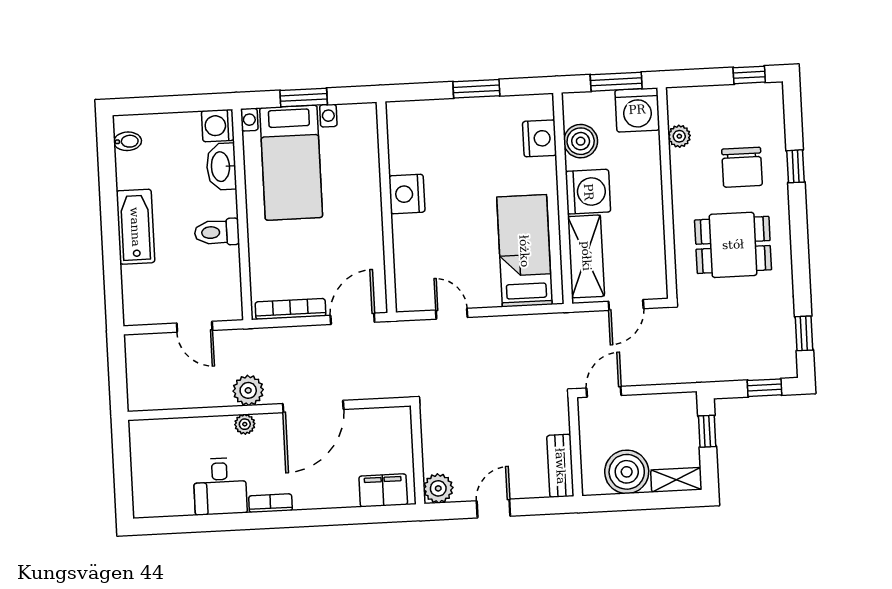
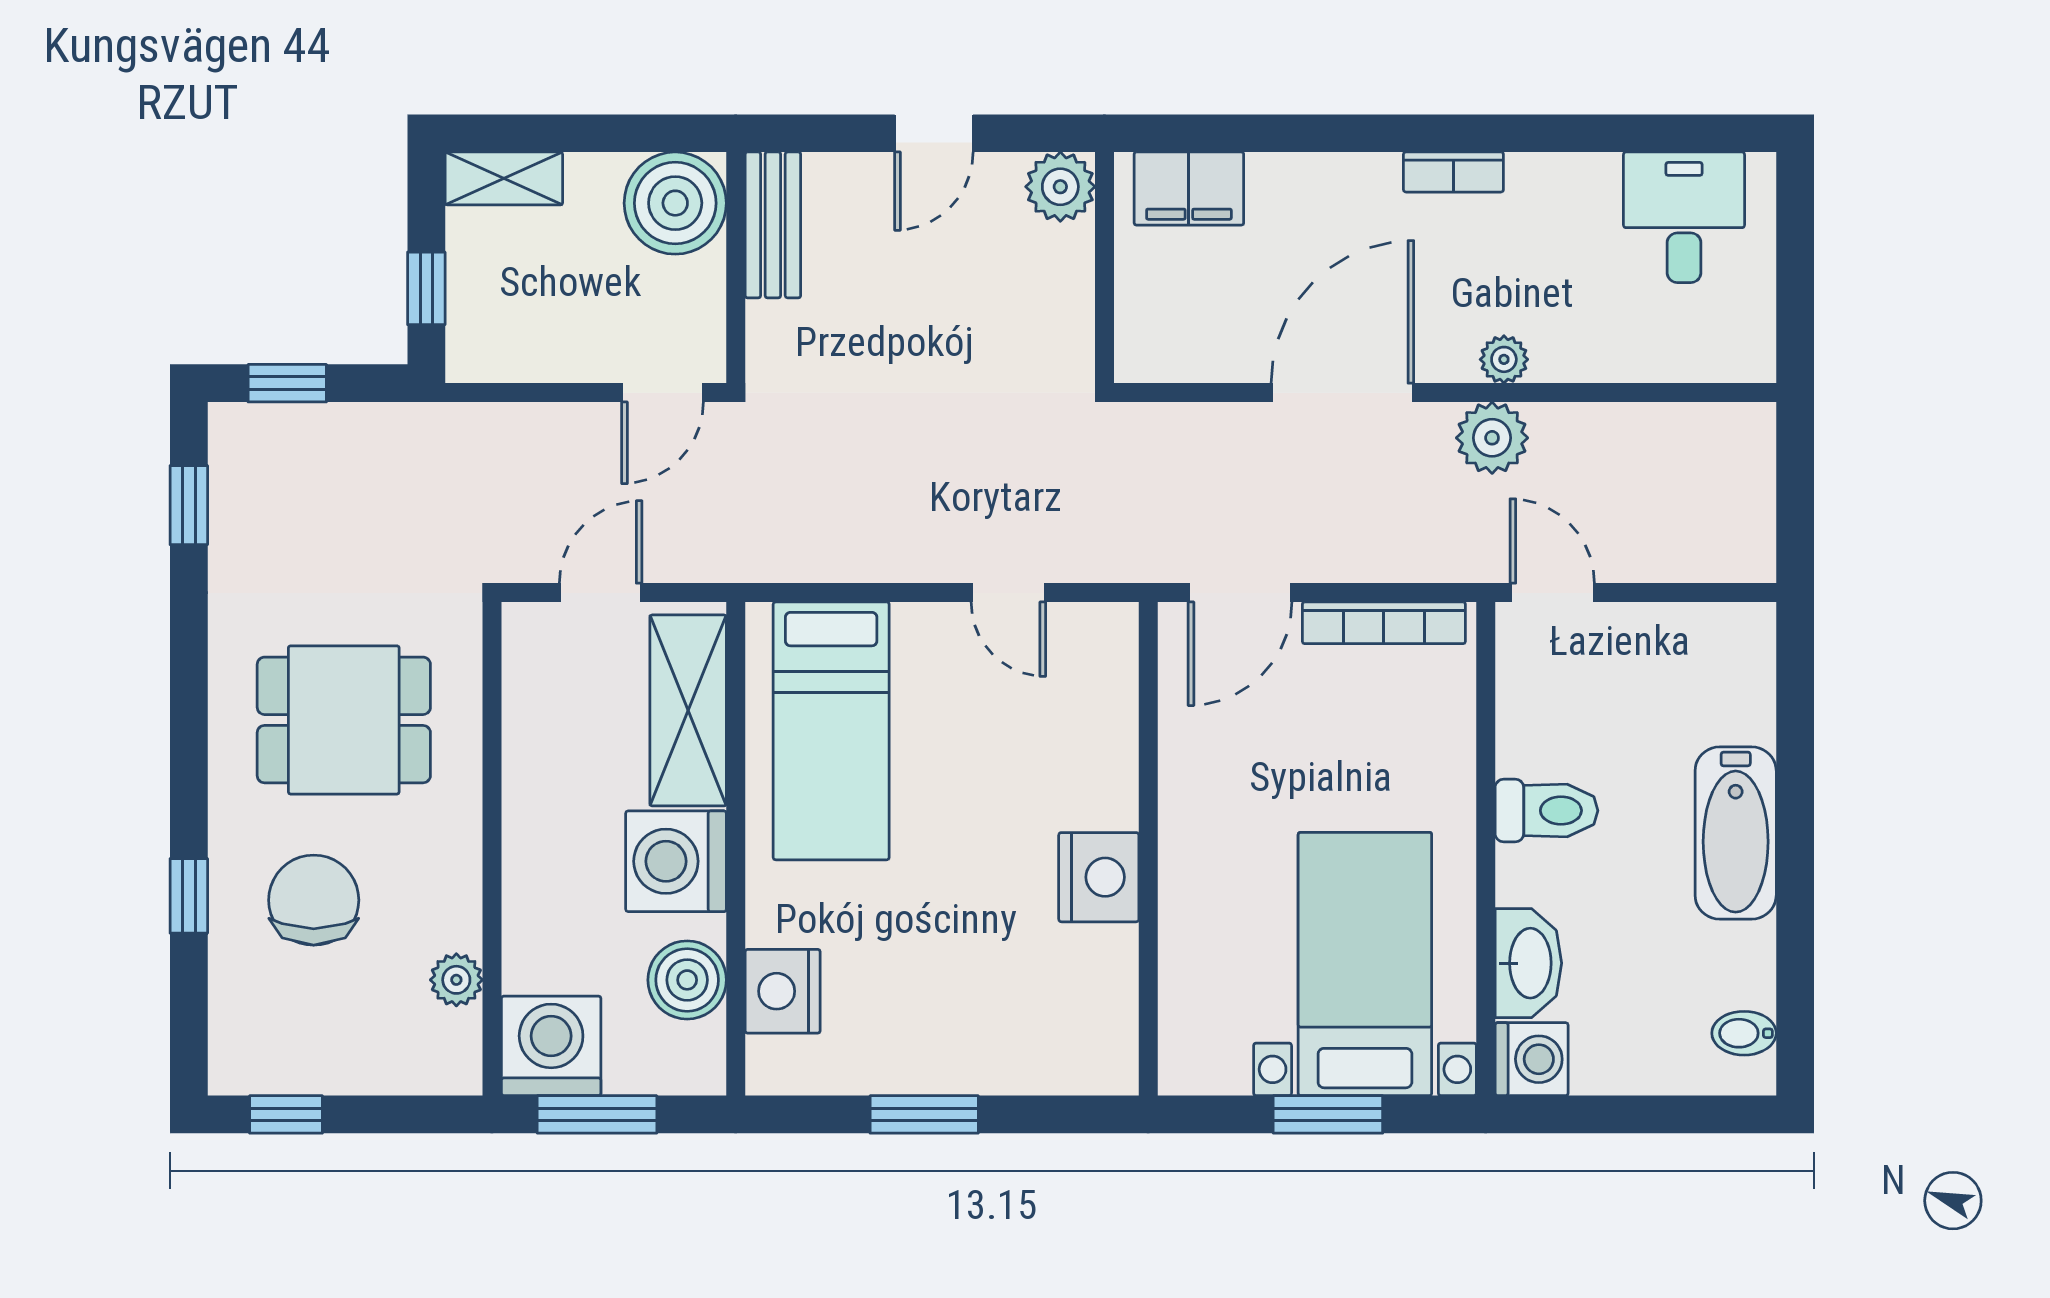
door: (195, 327) -> (1552, 593), moved
boiler: (627, 472) -> (675, 203), moved
desk: (220, 486) -> (1684, 217), moved

